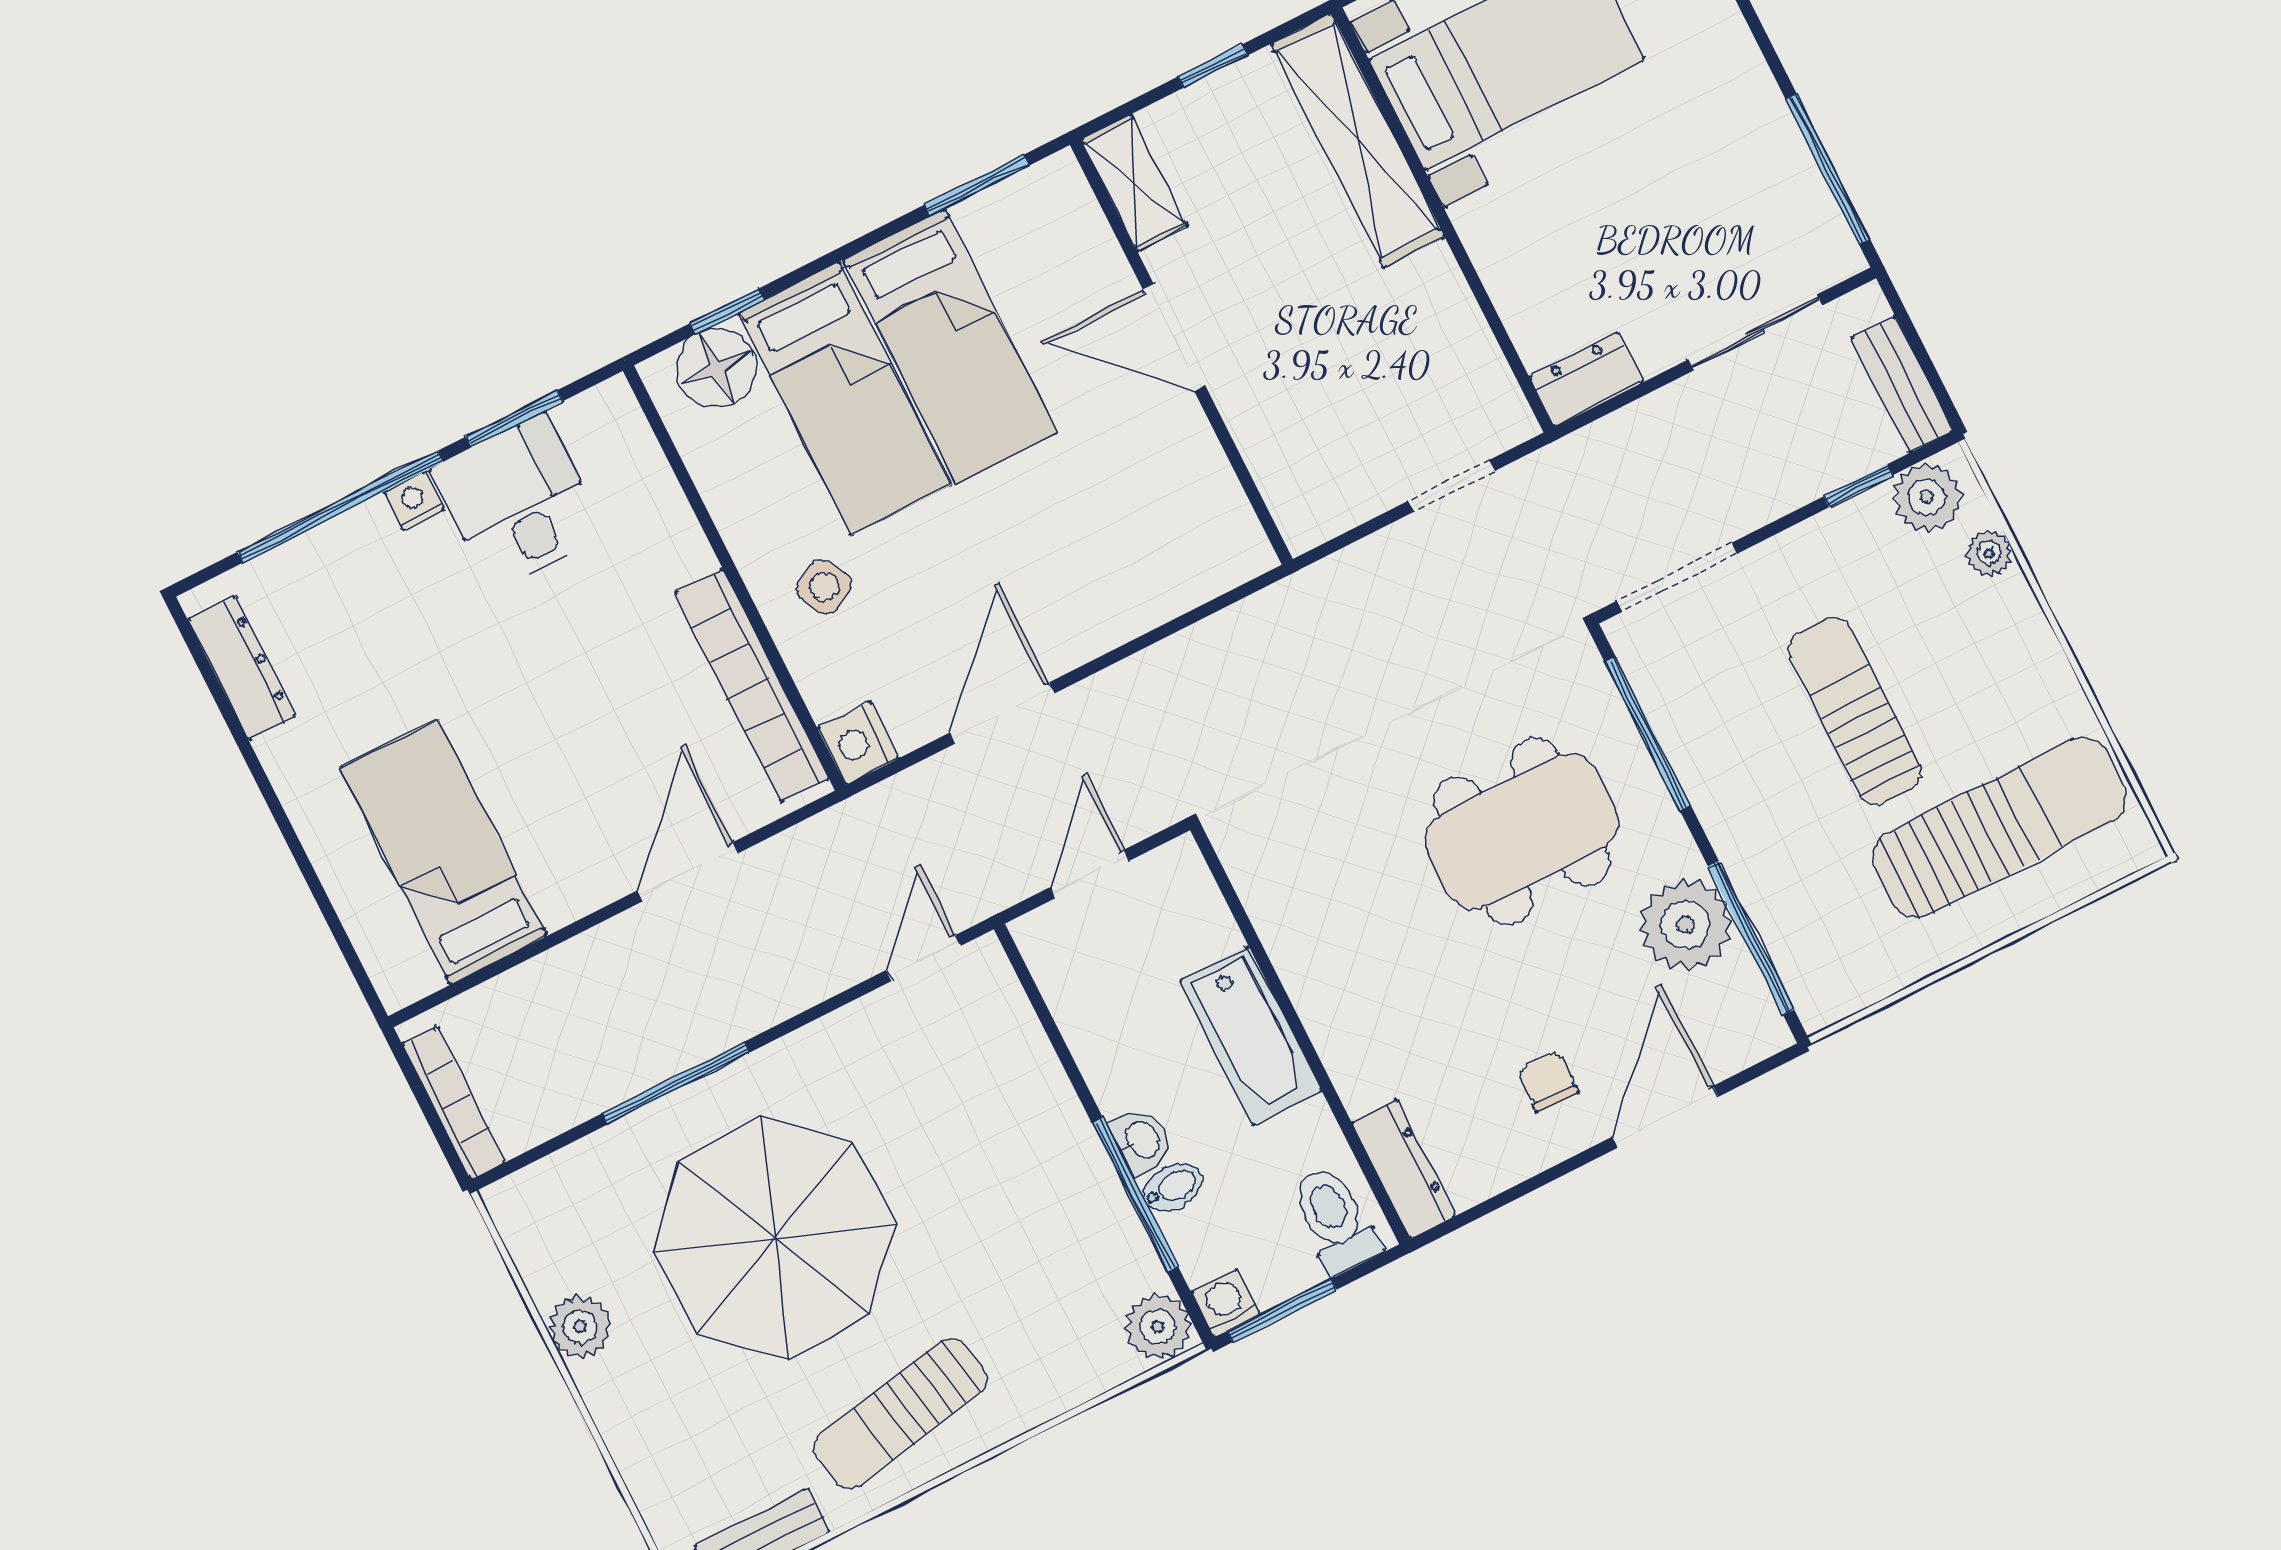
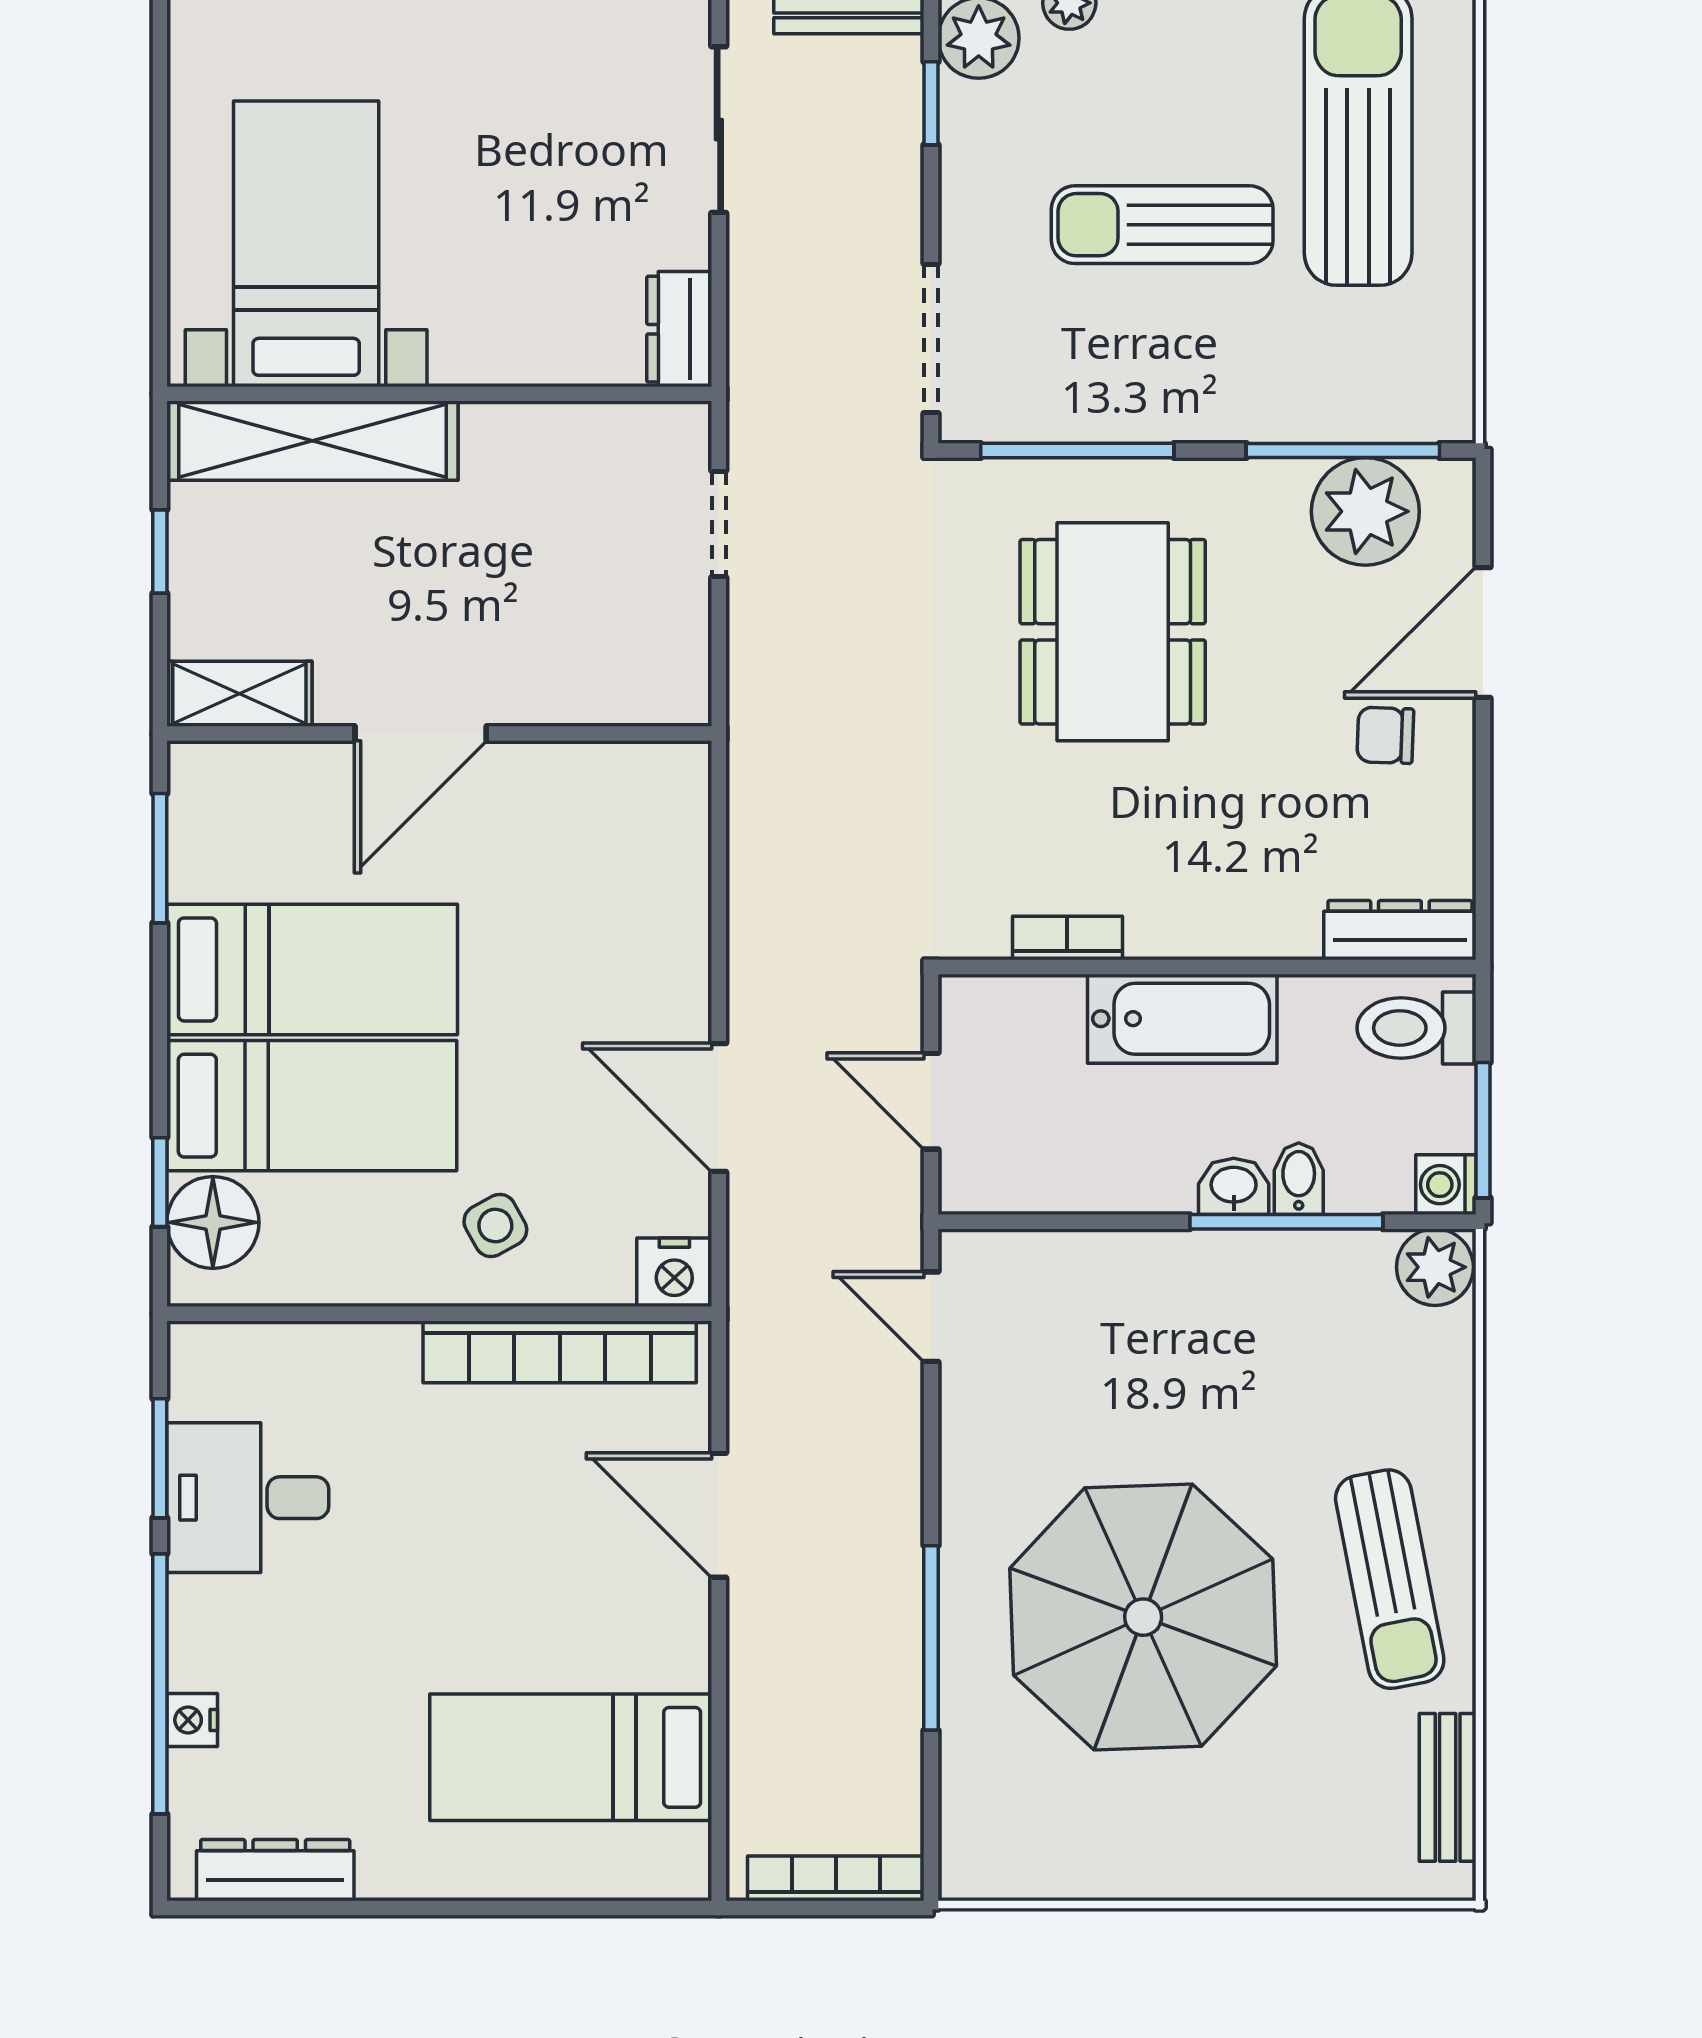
nightstand: (414, 501) -> (192, 1720), moved
bookcase: (1268, 916) -> (1067, 938), added
plant: (1685, 925) -> (1365, 511), moved
door: (1665, 1117) -> (1483, 632), hinge flipped
plant: (580, 1327) -> (1133, 1865), removed

